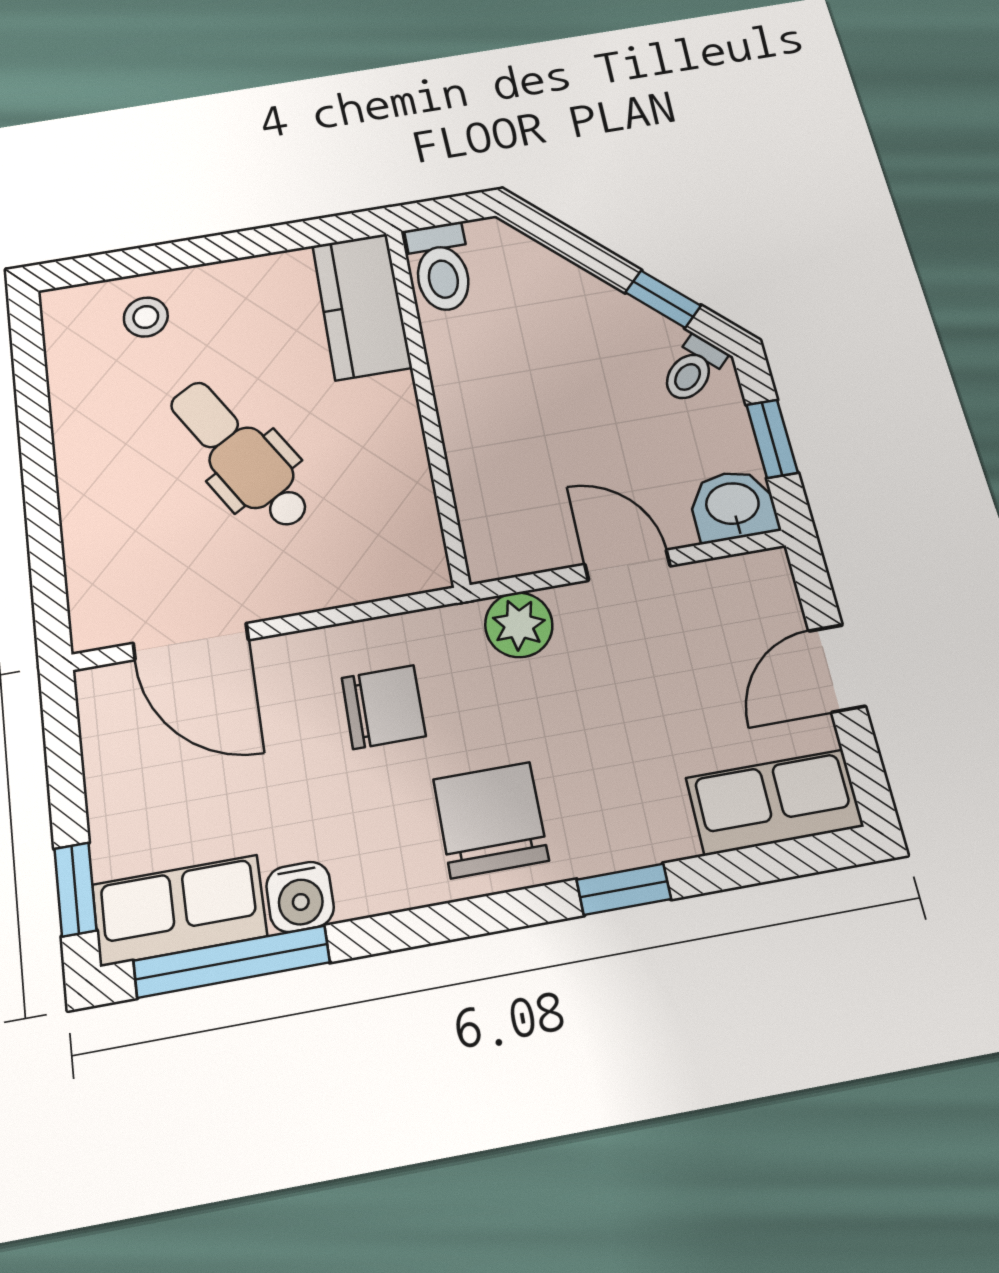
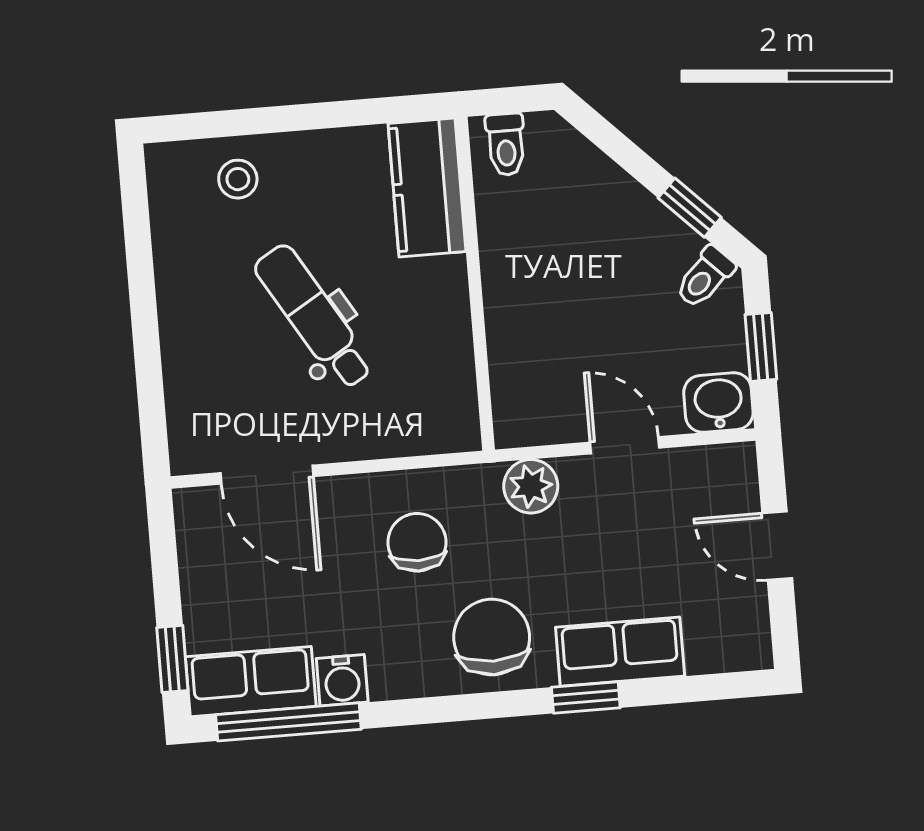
toilet: (441, 267) -> (506, 144), width x0.73, depth x0.72
door: (837, 668) -> (777, 546), hinge flipped
chair: (384, 707) -> (417, 542), turned -90
row of seats: (774, 802) -> (620, 652), moved

